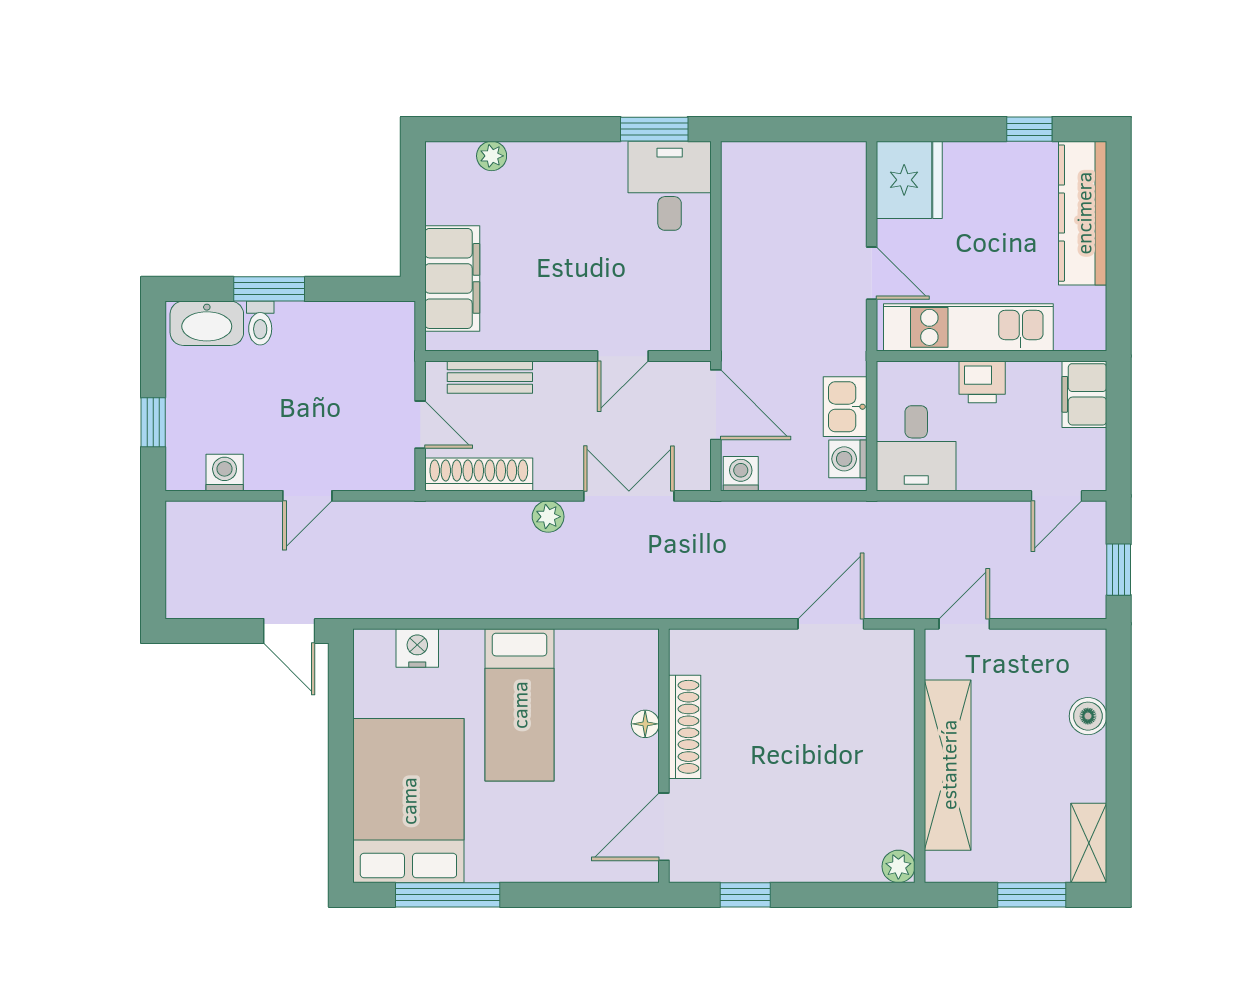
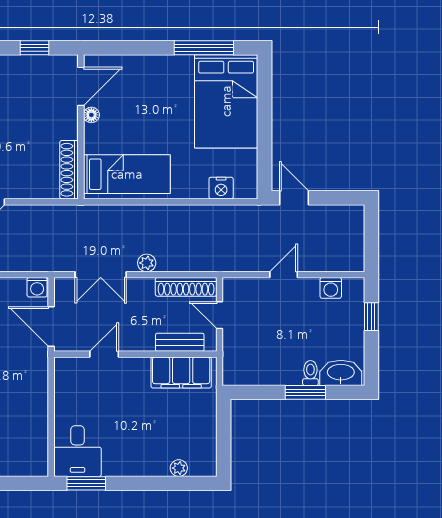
filing cabinet: (452, 278) -> (181, 373), moved, turned -90
bed: (519, 705) -> (127, 174), moved, turned 90
floor lamp: (645, 724) -> (91, 115), moved
shoe rack: (685, 727) -> (69, 170), moved

